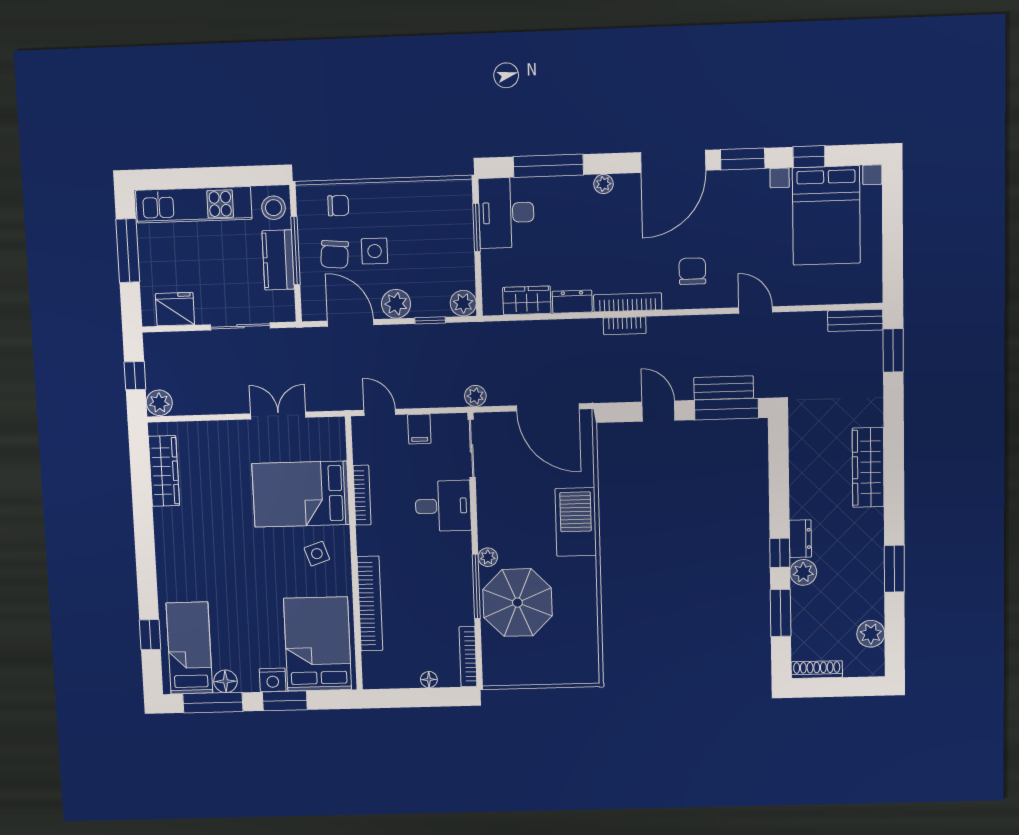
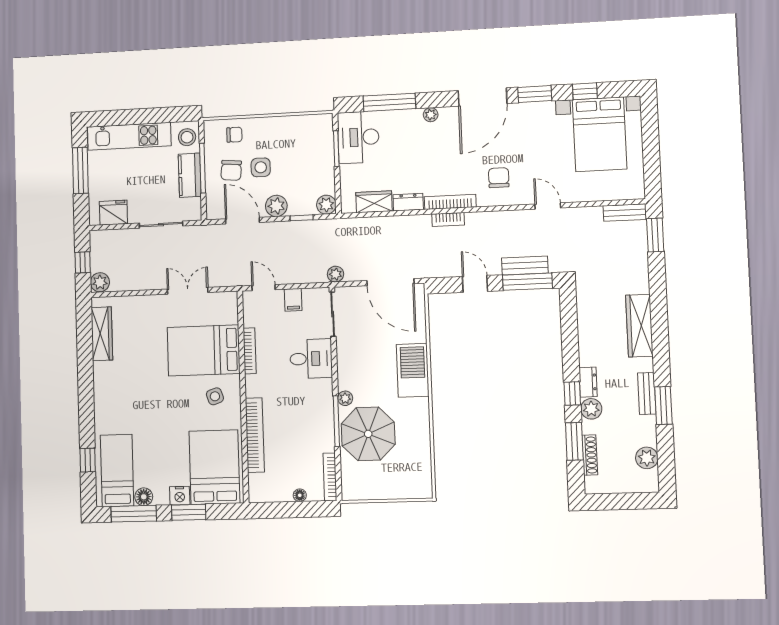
bench: (874, 553) -> (647, 393), added
shoe rack: (817, 670) -> (590, 455), moved, turned 90

